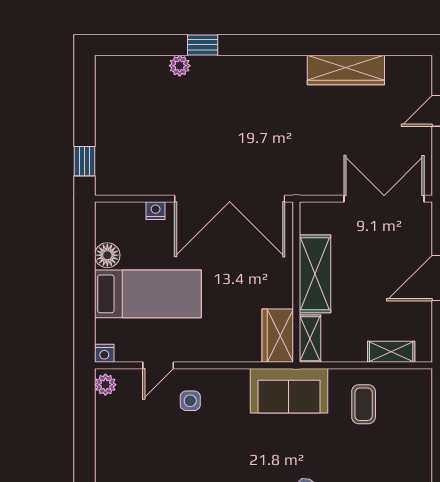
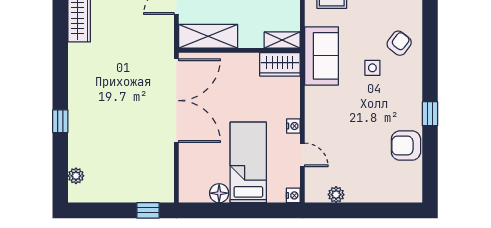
plant: (180, 66) -> (76, 176), moved
nightstand: (156, 211) -> (293, 126), moved, turned 180
shelving: (315, 274) -> (208, 36), moved
plant: (105, 385) -> (336, 195), moved
side table: (190, 401) -> (372, 68), moved

